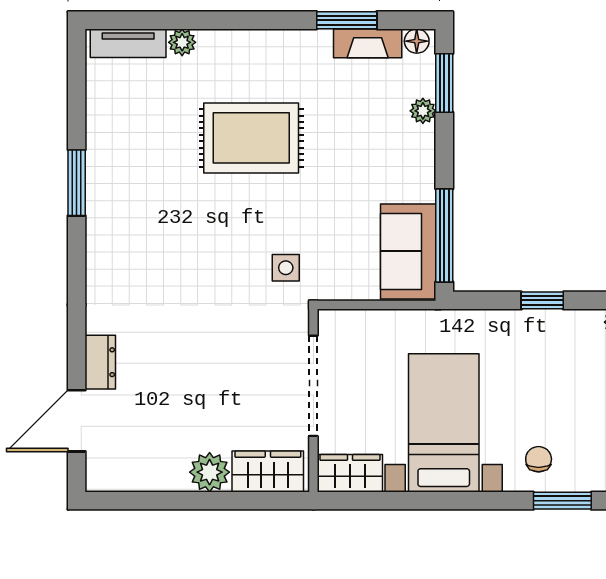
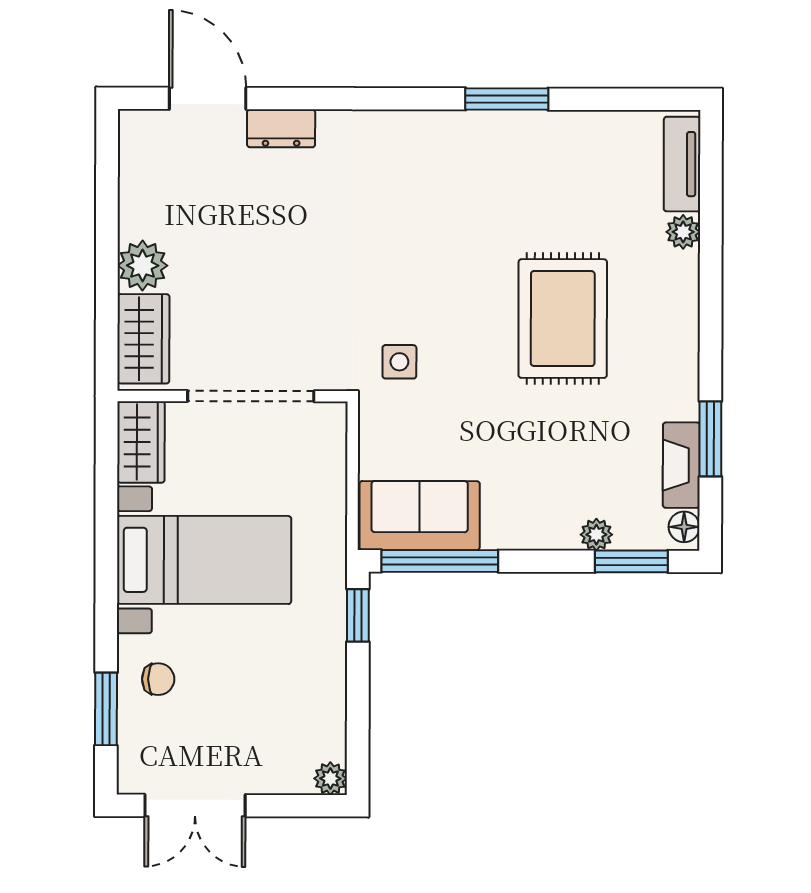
window: (542, 300) -> (358, 615), moved

